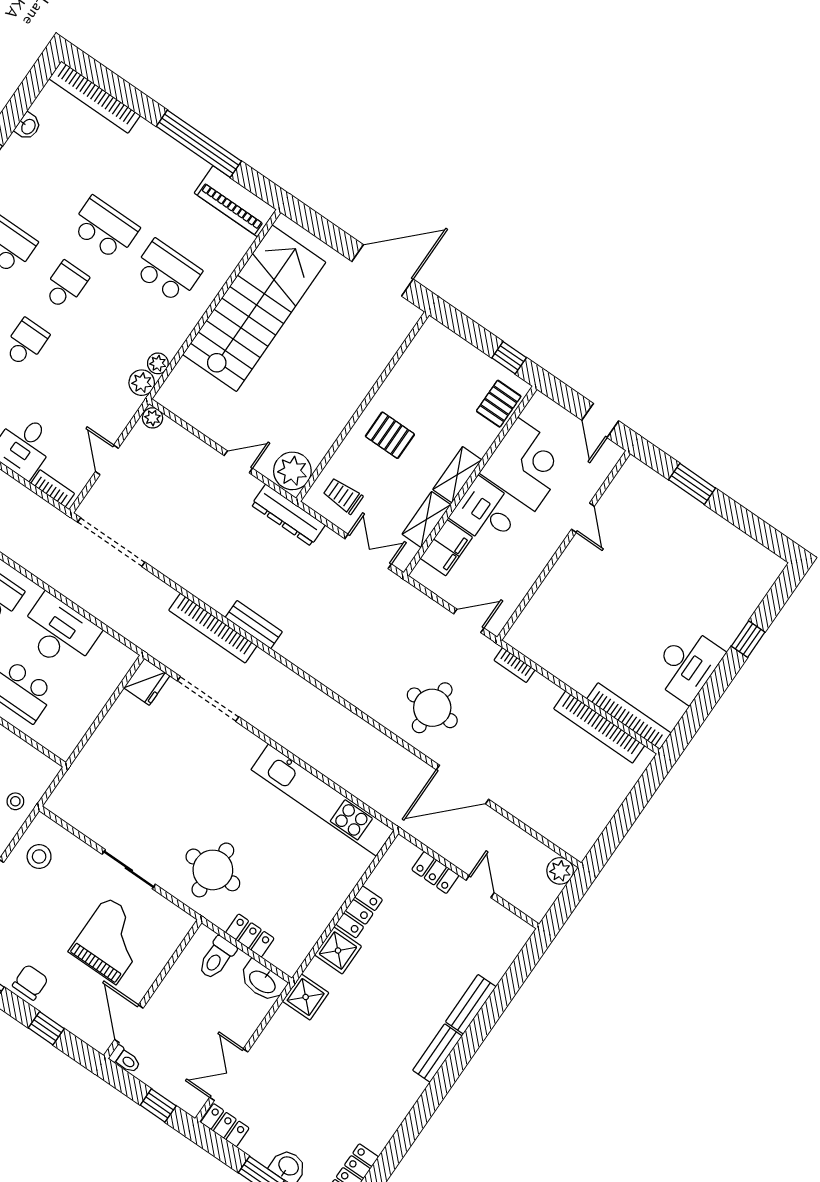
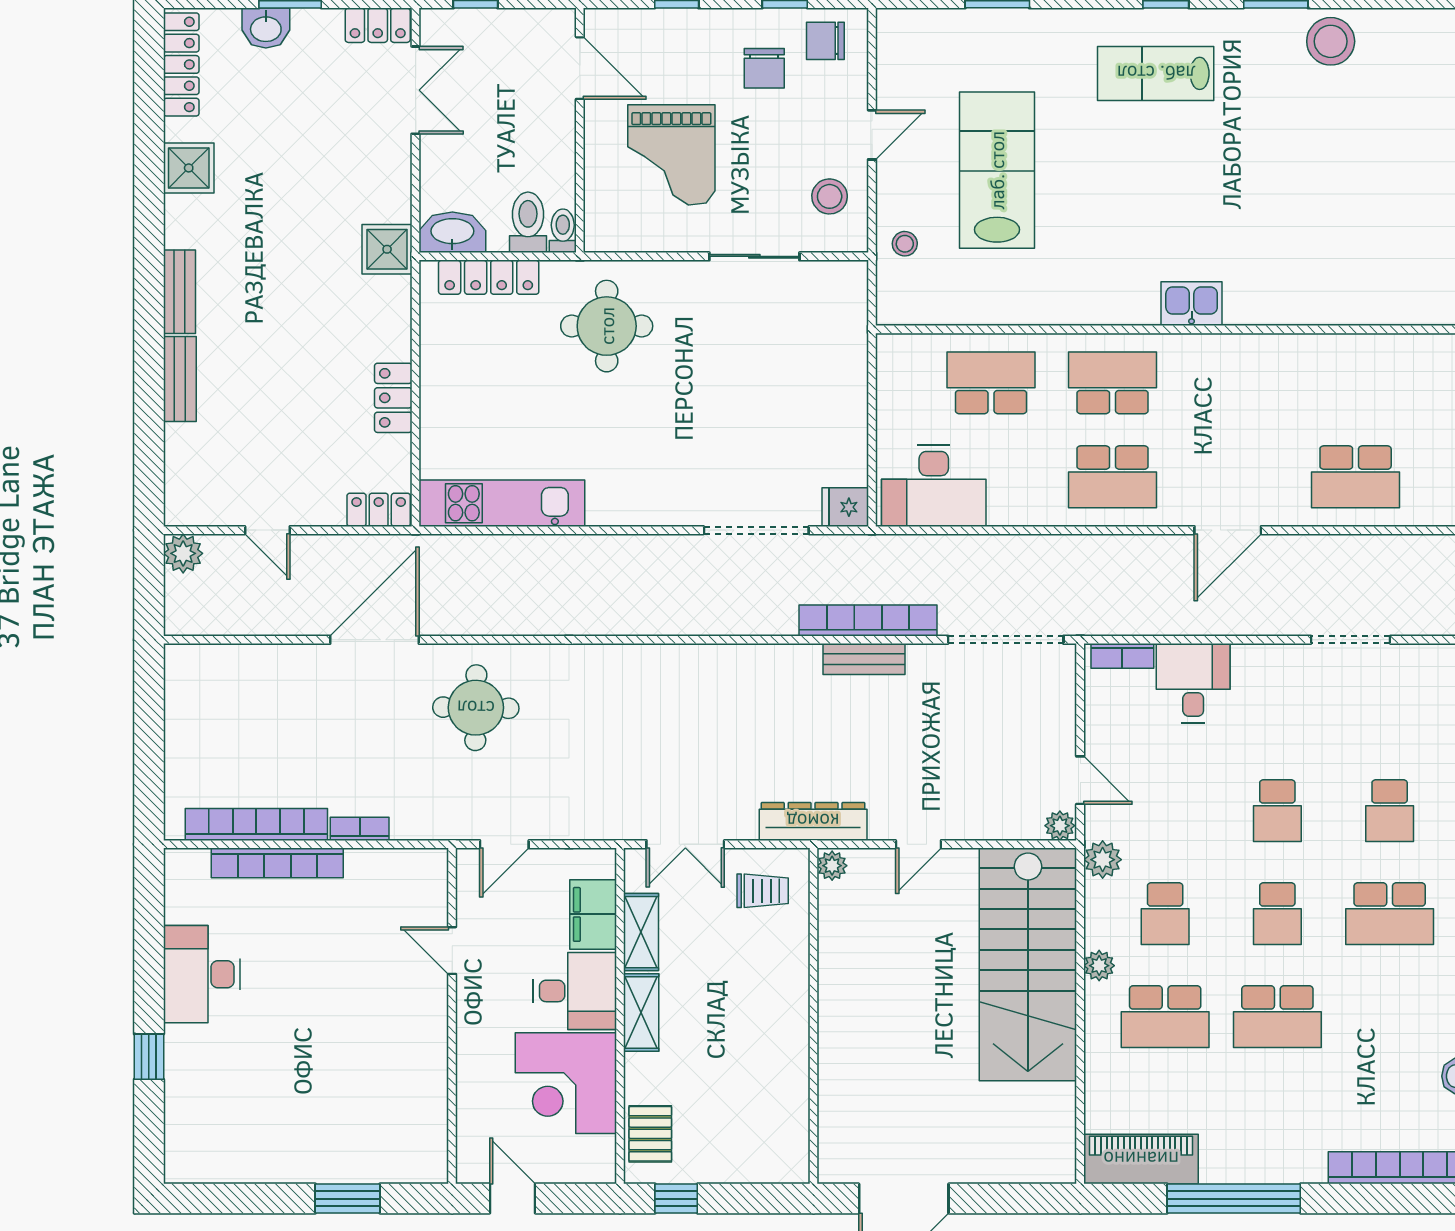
stairs: (254, 308) -> (1028, 964), moved
school desk: (128, 329) -> (1165, 914), added
plant: (158, 363) -> (1099, 966), moved
pallet: (390, 435) -> (756, 1004), removed
door: (107, 460) -> (1080, 780), moved
plant: (292, 471) -> (832, 866), width x0.53, depth x0.53
door: (583, 518) -> (452, 951), moved
bench: (254, 625) -> (864, 659), moved
bookcase: (213, 628) -> (868, 620), moved
desk: (59, 633) -> (934, 486), moved
bookcase: (515, 665) -> (360, 829), moved
fridge: (147, 682) -> (845, 507), width x0.72
bookcase: (629, 716) -> (277, 863), moved
kitchen unit: (322, 800) -> (502, 503), width x0.73
sliding door: (129, 869) -> (754, 256), moved
plant: (560, 871) -> (183, 553), moved
locker: (435, 872) -> (379, 510), moved
locker: (250, 936) -> (489, 277), width x1.53
shower: (338, 951) -> (189, 168), moved
chair: (30, 982) -> (764, 68), moved
toilet: (125, 1060) -> (563, 231), moved, turned 90

